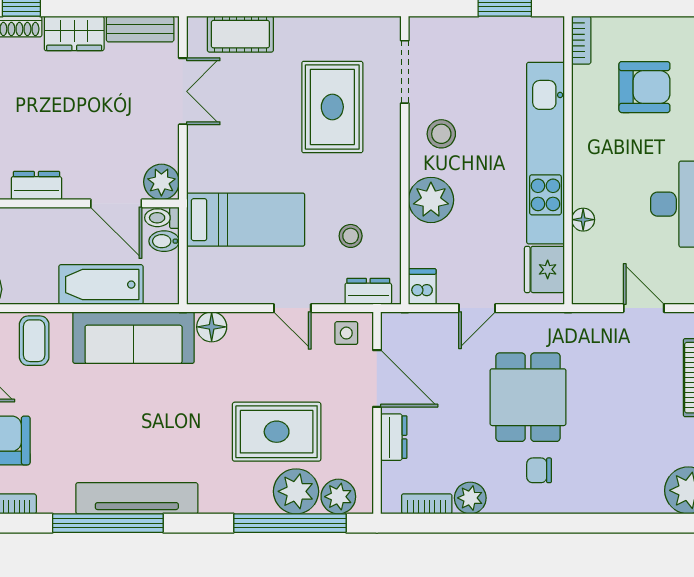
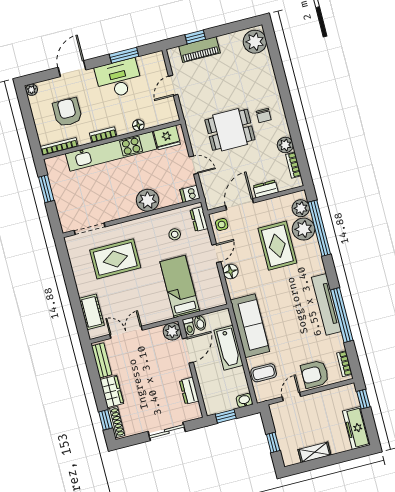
bookcase: (581, 40) -> (59, 146), width x1.56
stool: (441, 134) -> (115, 204), removed
bookcase: (582, 146) -> (103, 135), added
floor lamp: (212, 327) -> (231, 271), moved

